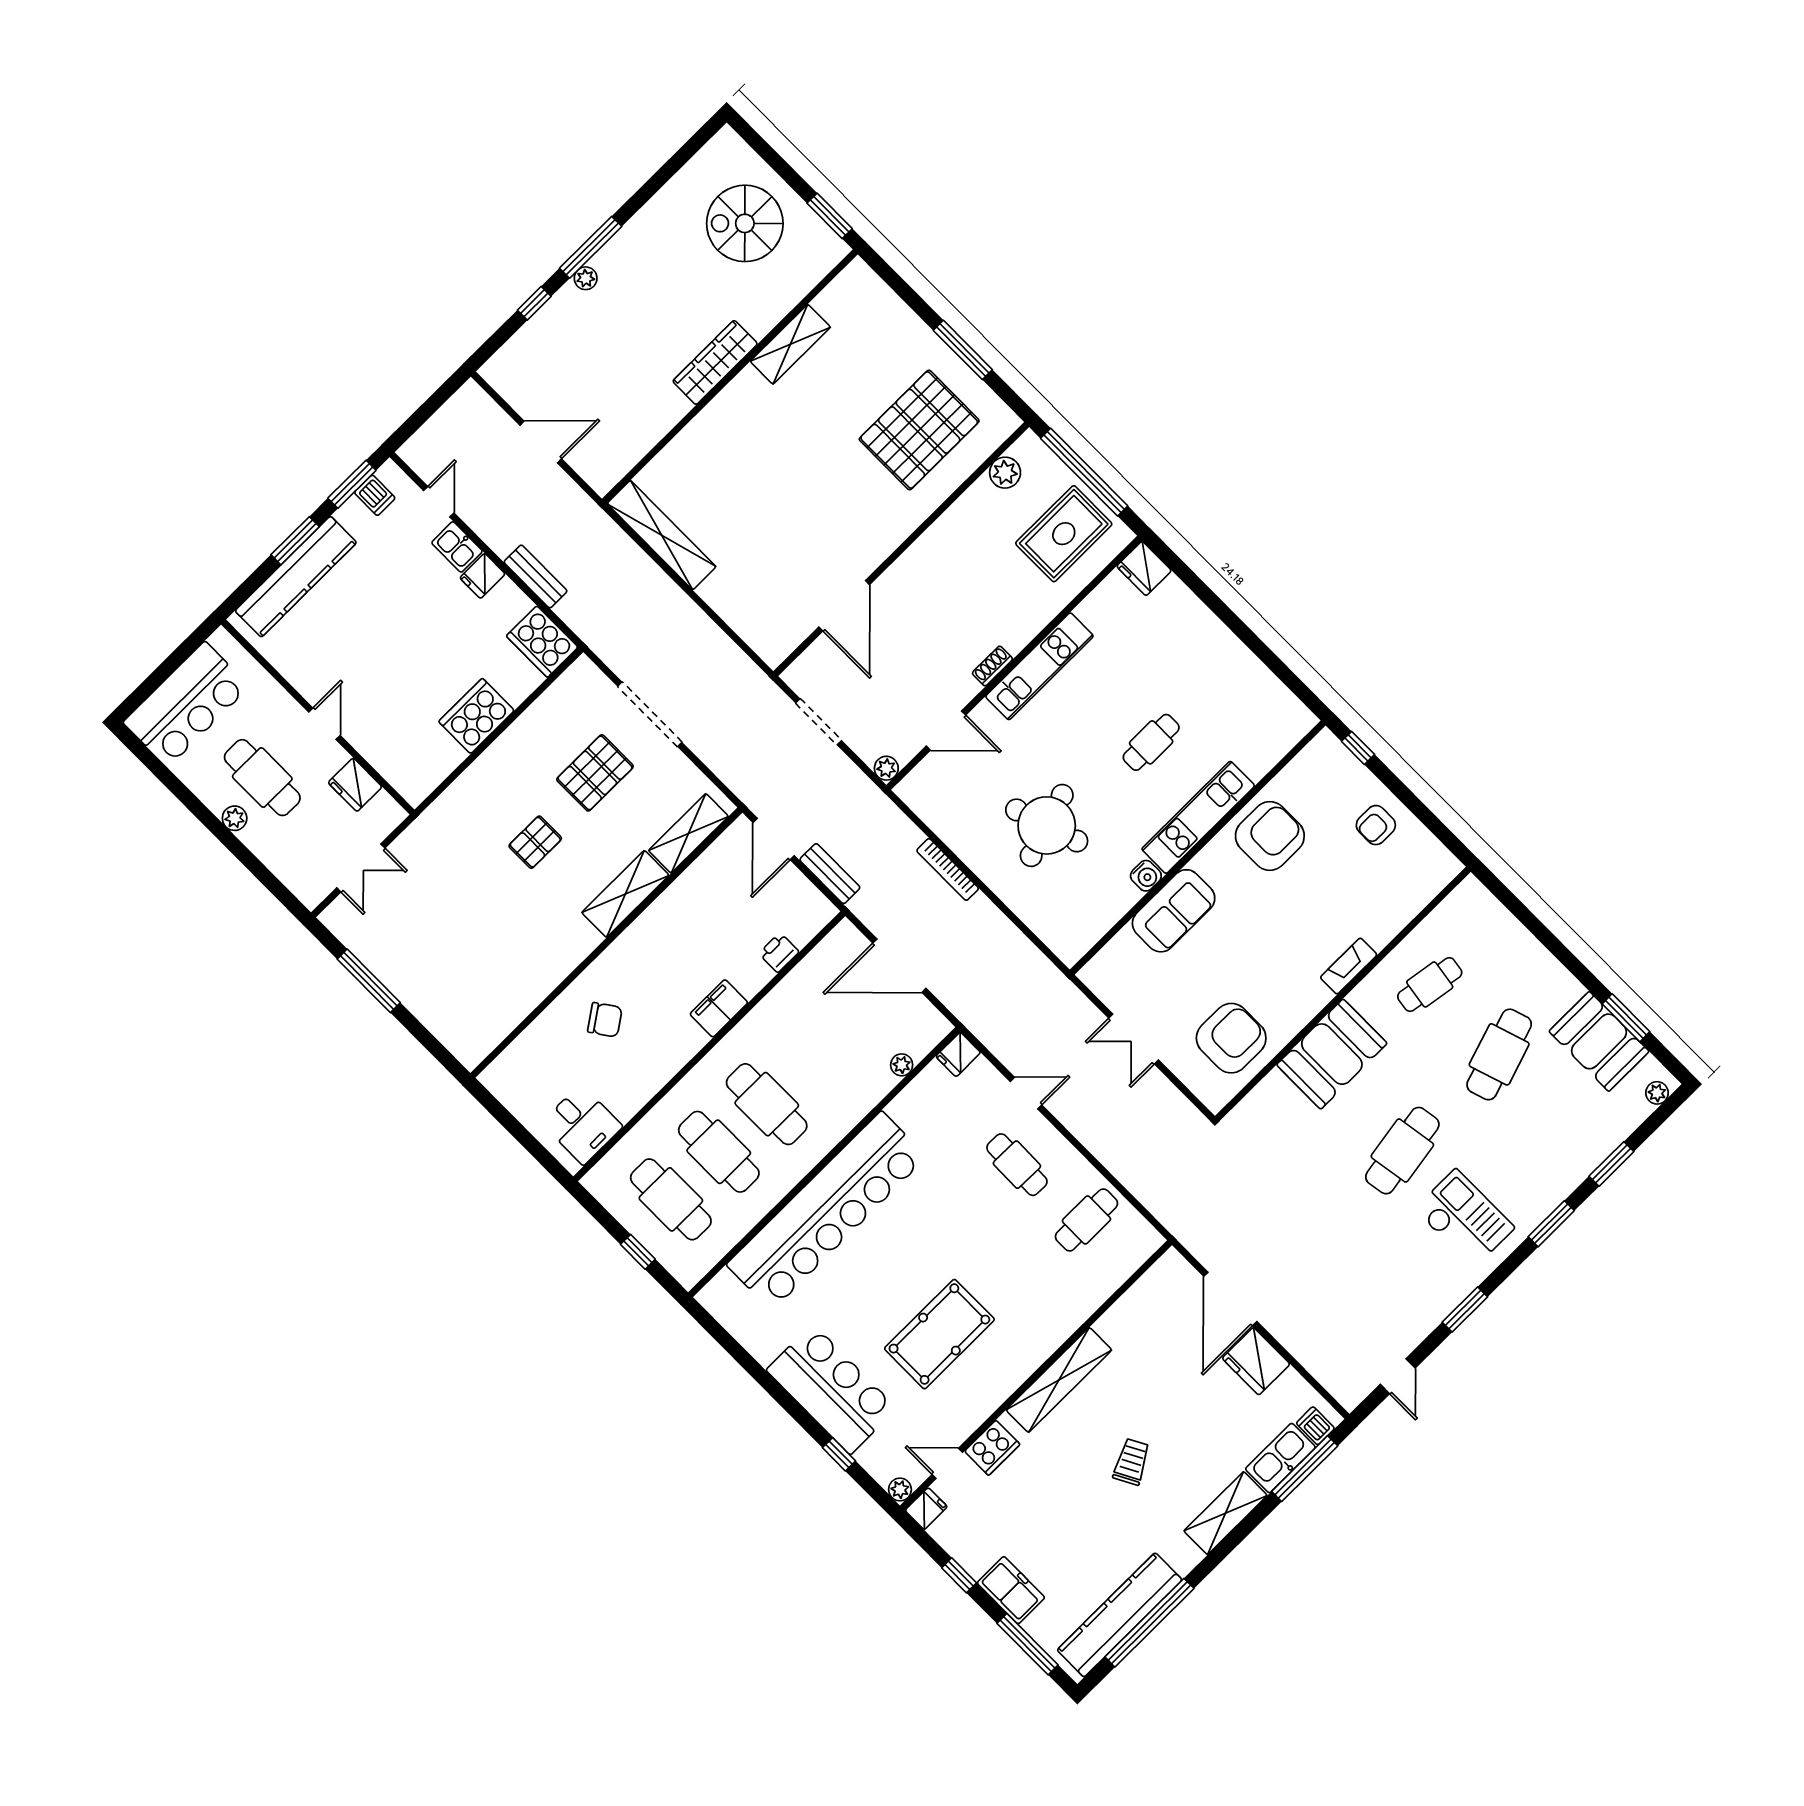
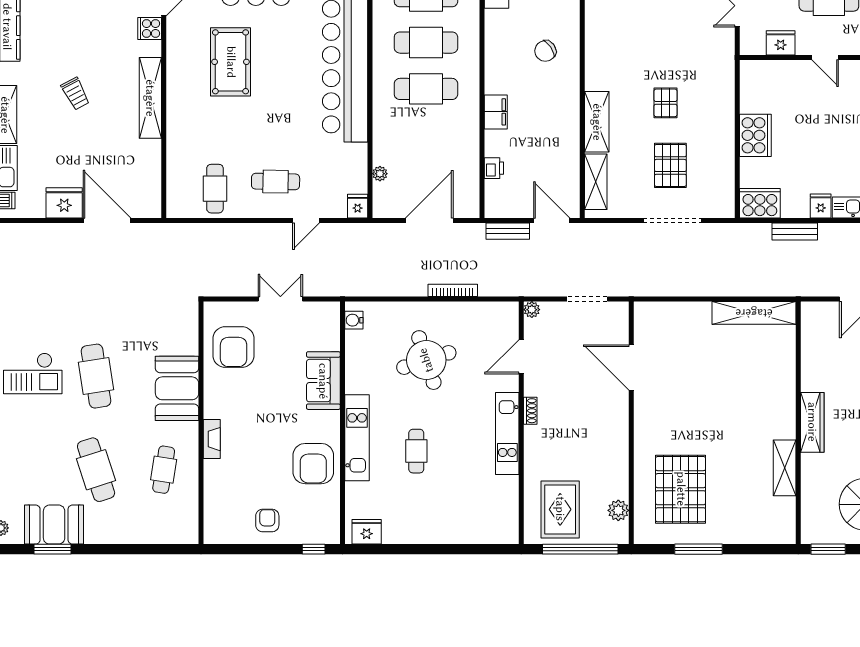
fridge: (1144, 568) -> (367, 532), moved
water cooler: (1146, 876) -> (354, 320), moved
cooker: (992, 1448) -> (150, 28), width x0.73

